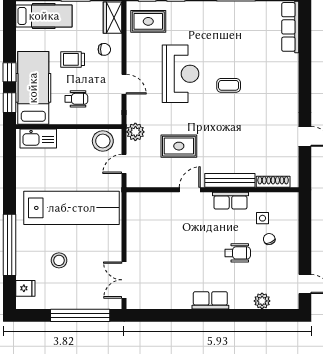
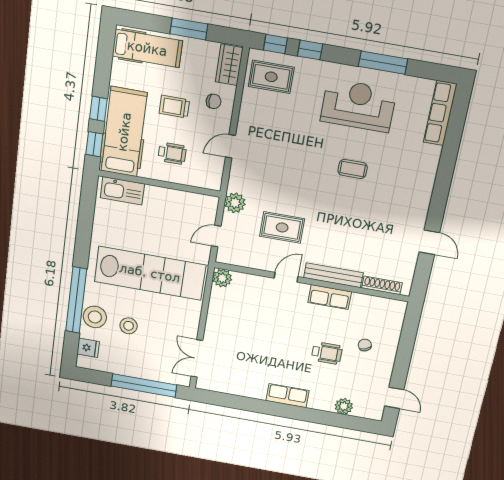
reception desk: (181, 74) -> (358, 105), moved, turned -90
door: (124, 84) -> (230, 146), swing flipped
stool: (103, 141) -> (95, 317), moved
plant: (135, 201) -> (222, 278), added
side table: (262, 218) -> (362, 322), removed

